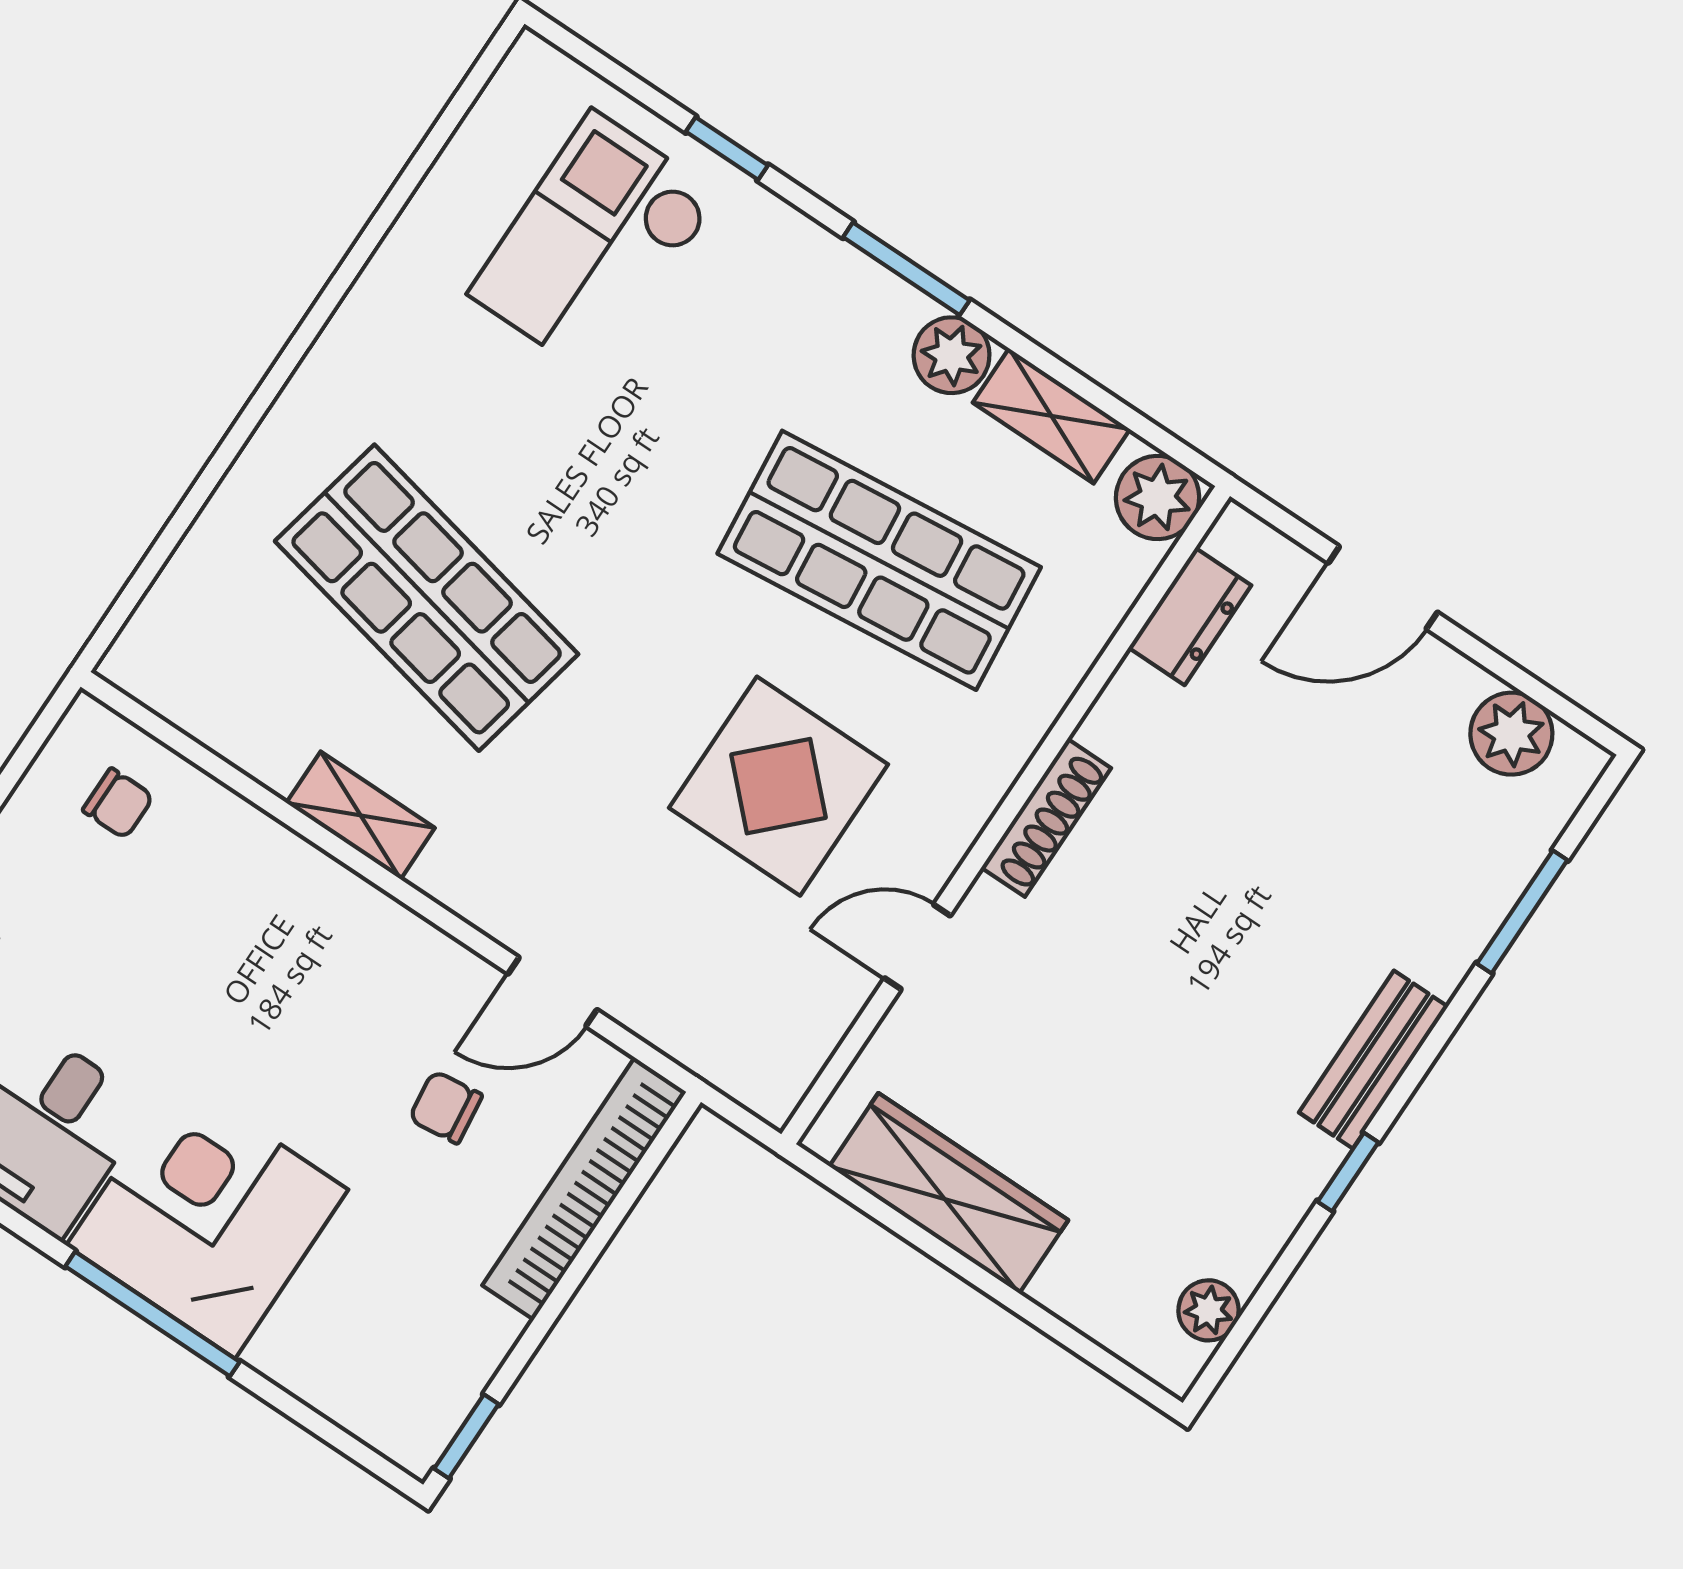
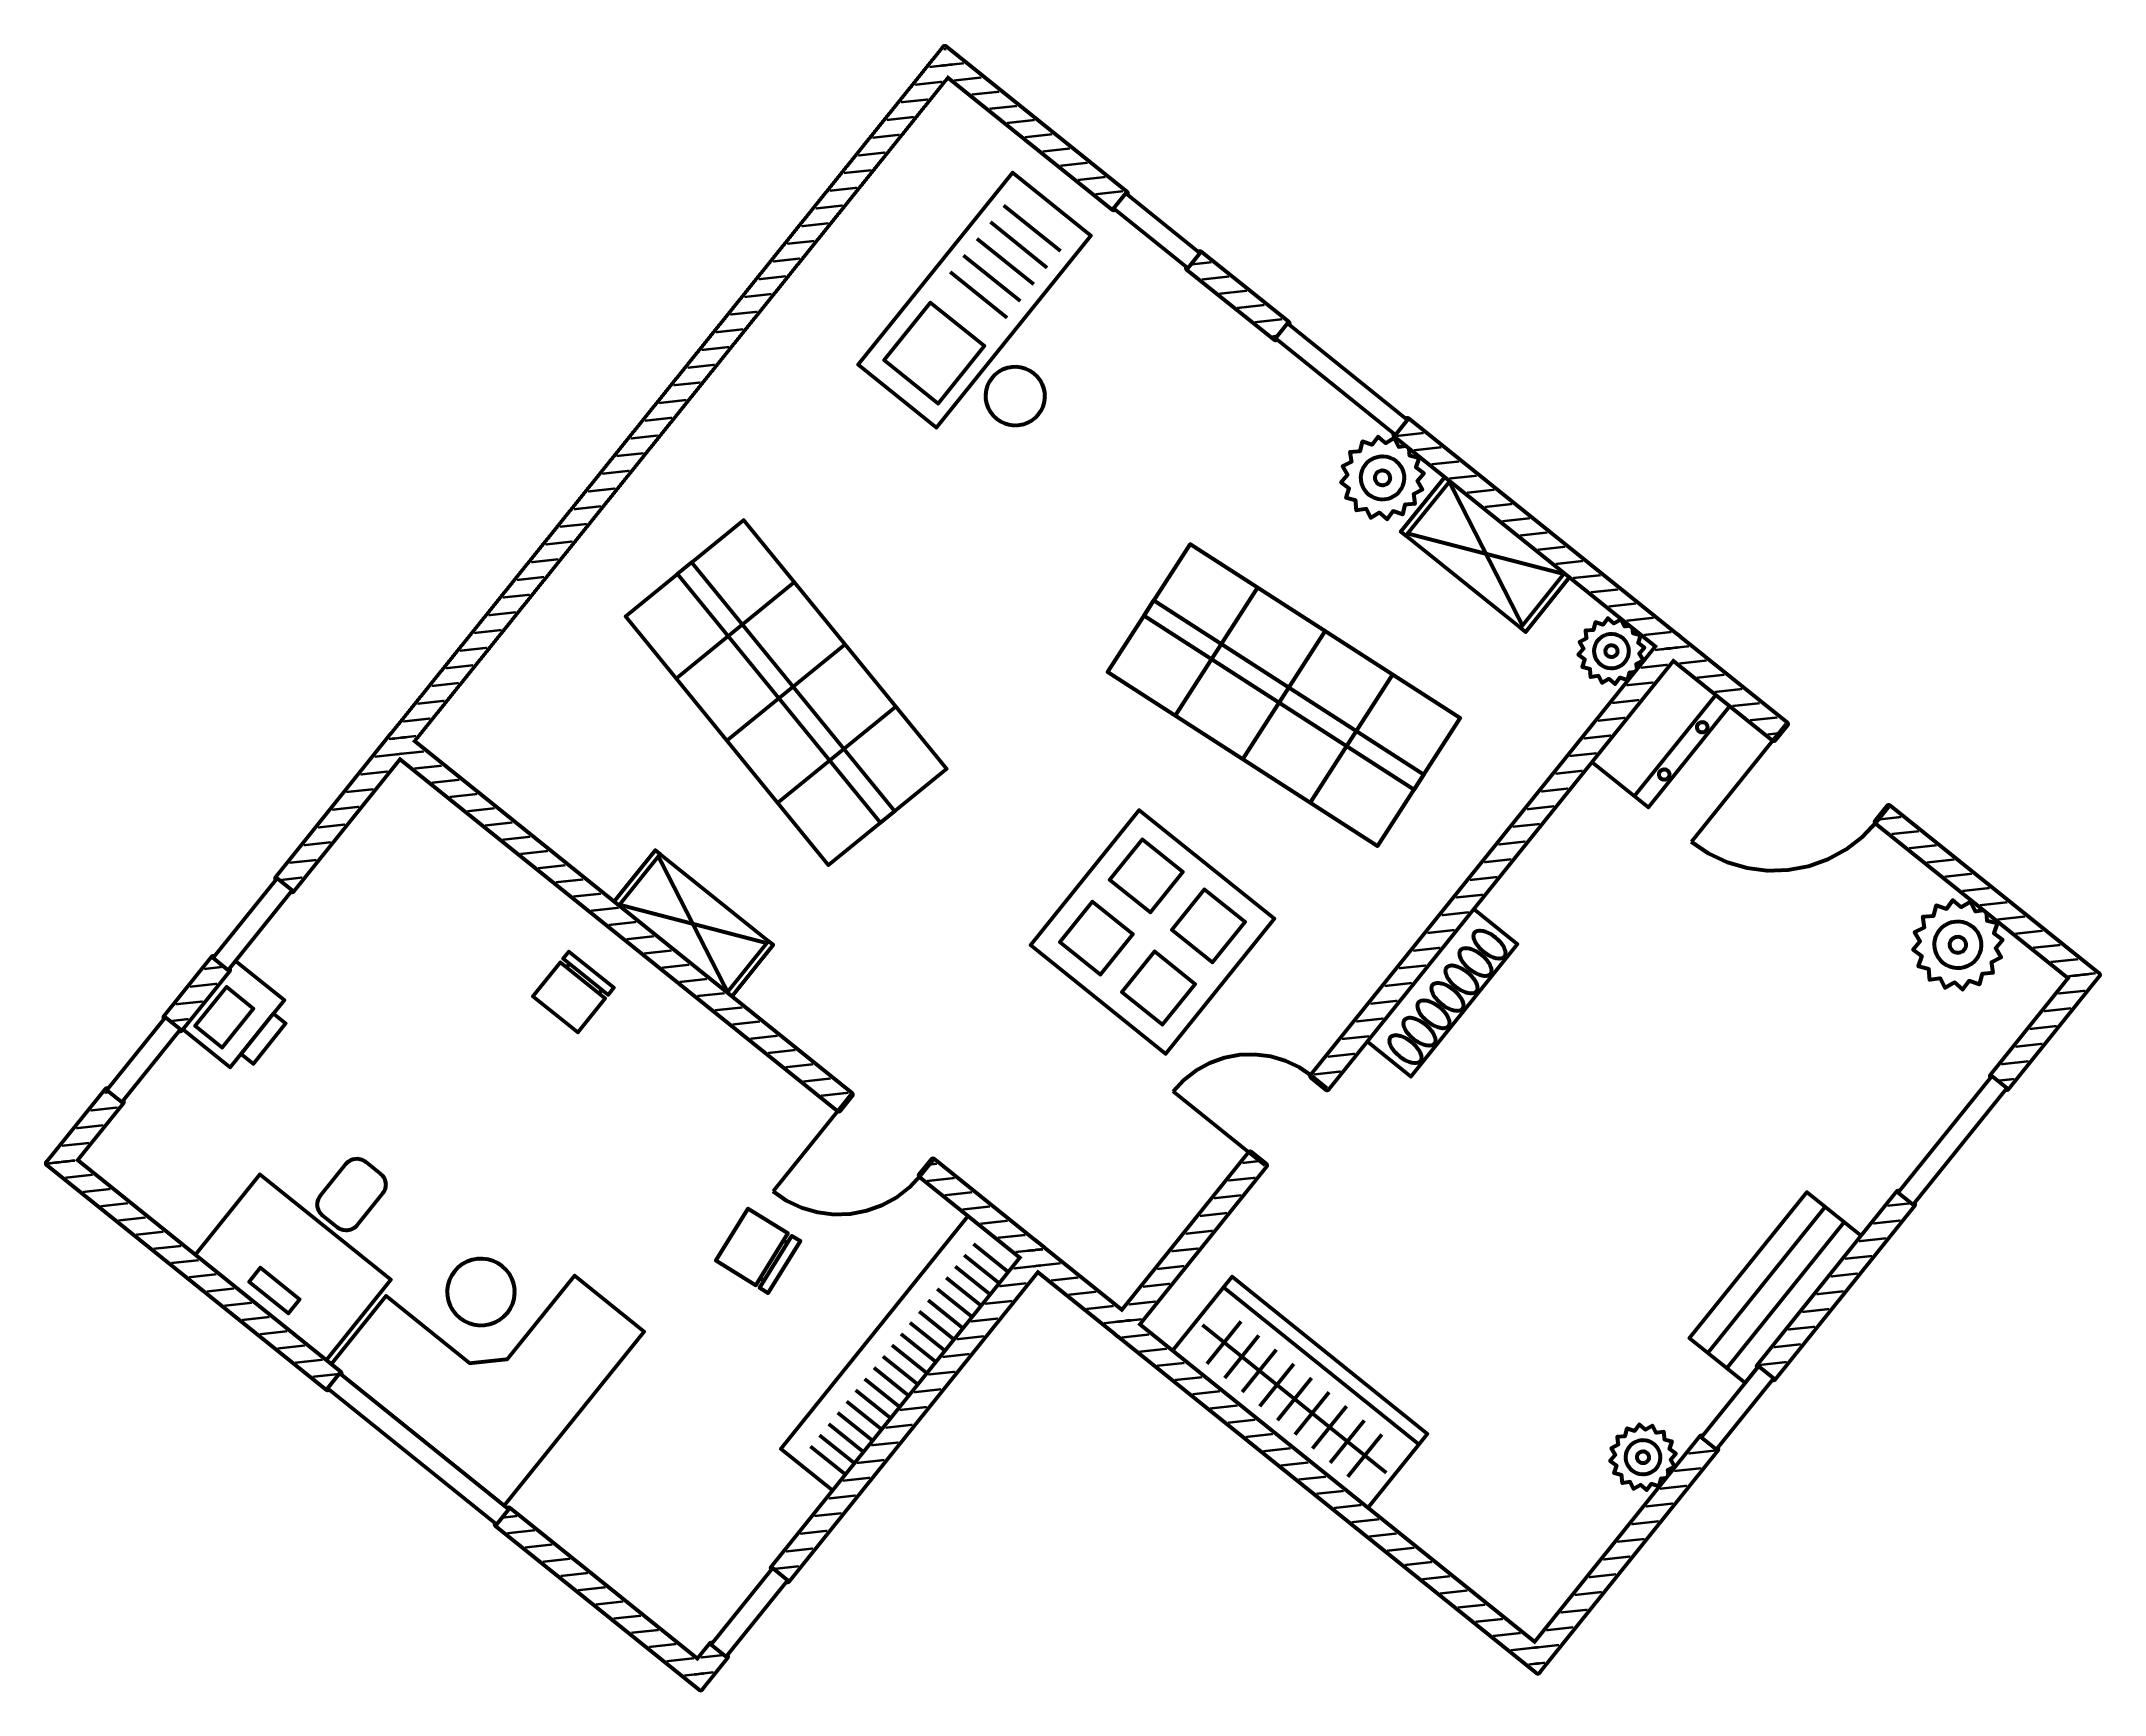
plant: (1158, 498) -> (1611, 651), width x0.73, depth x0.73
dresser: (1190, 616) -> (1661, 733), moved
chair: (118, 803) -> (573, 992), moved, turned 90
plant: (1209, 1310) -> (1643, 1457), moved

